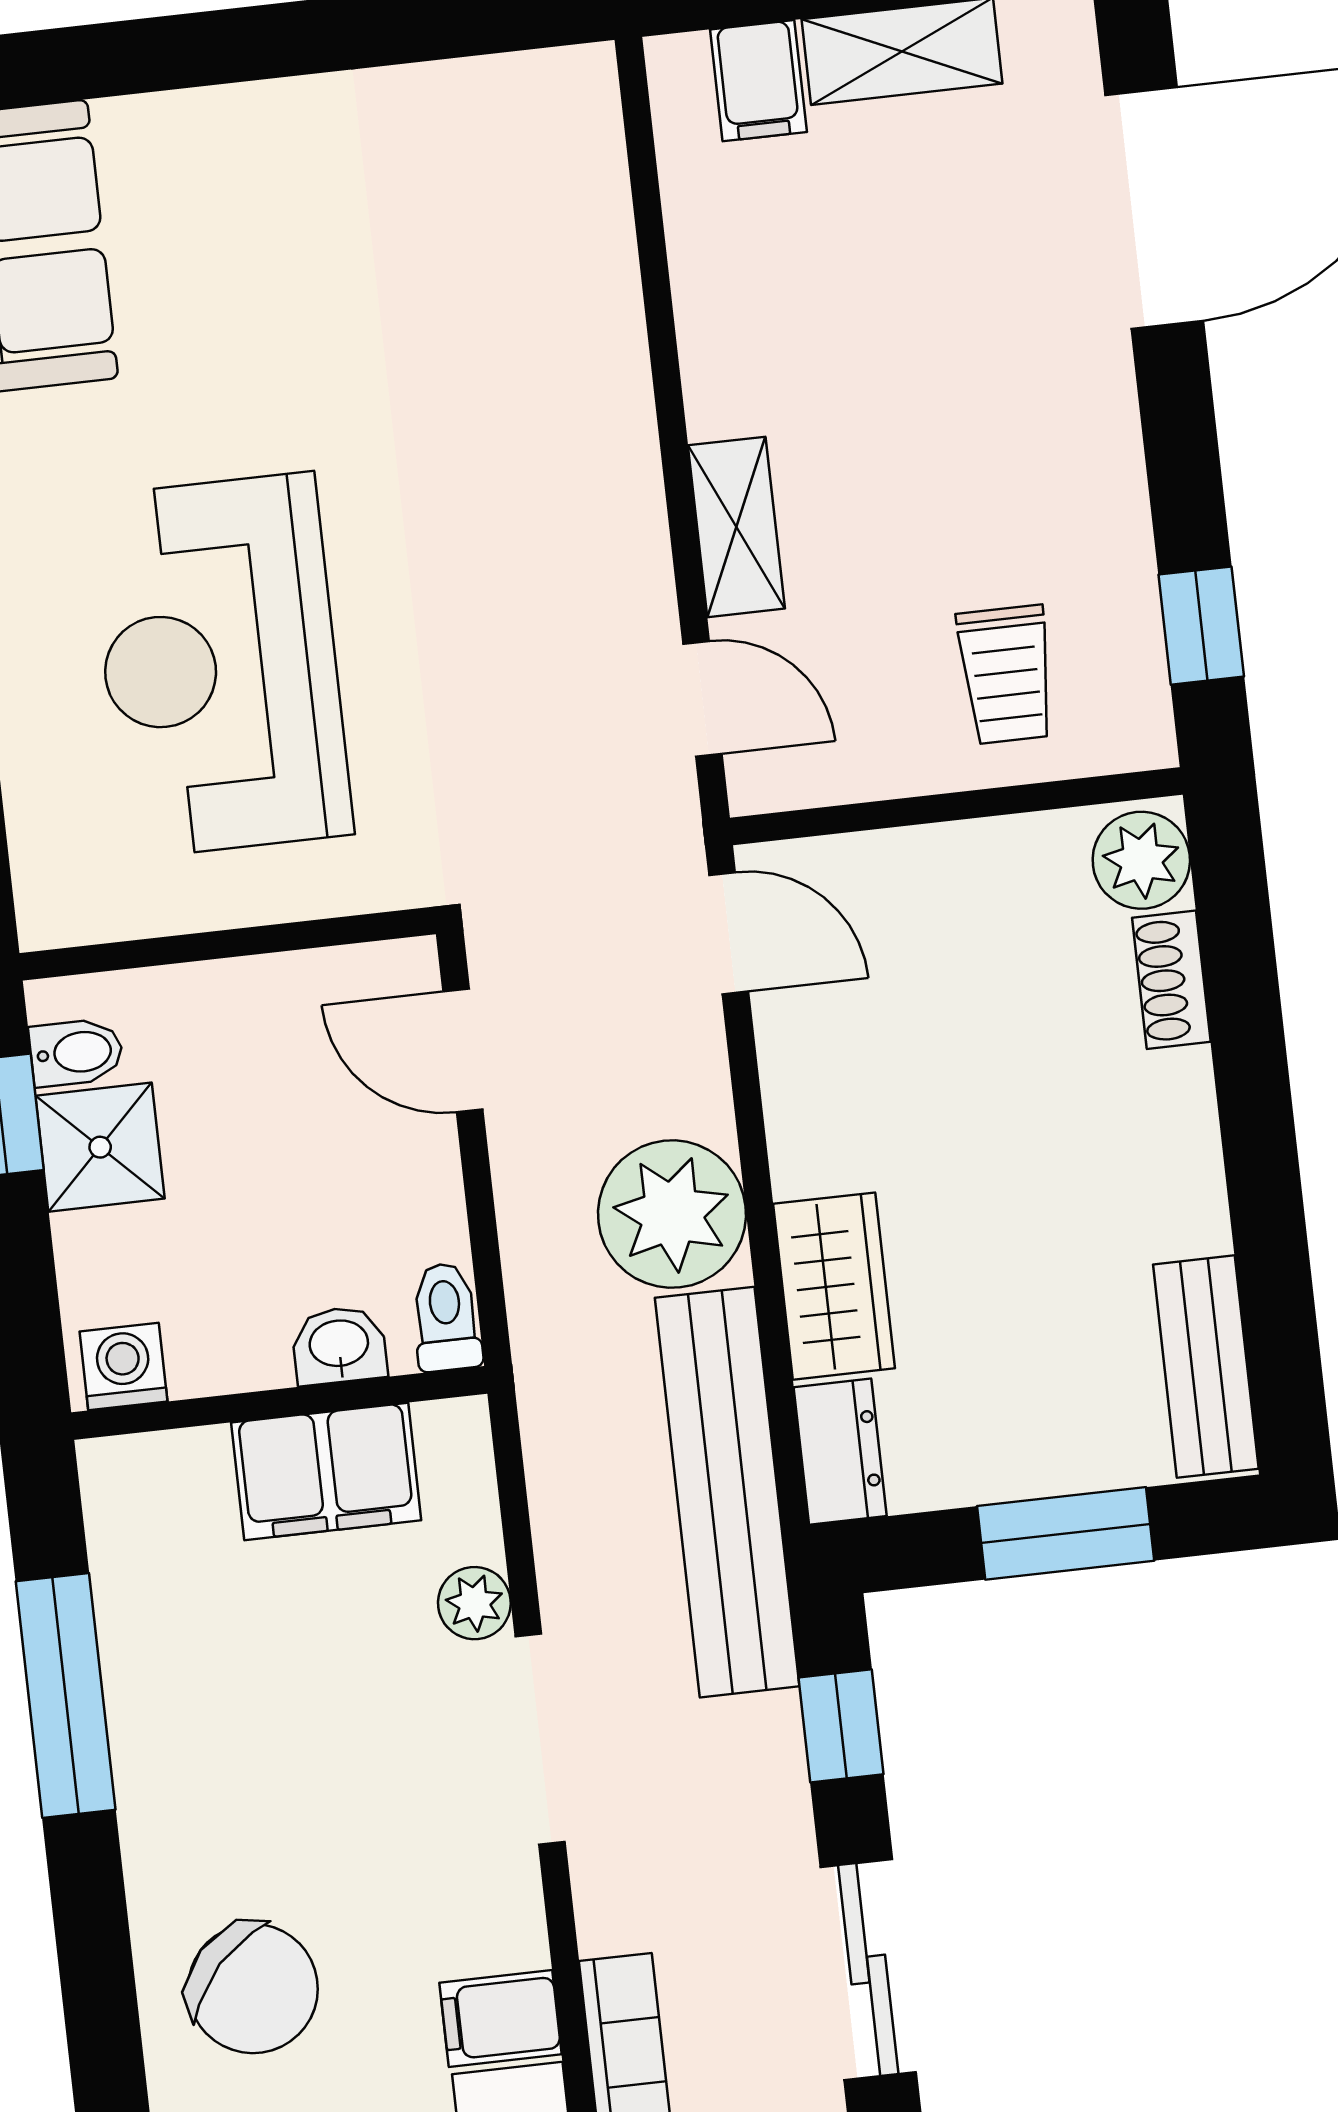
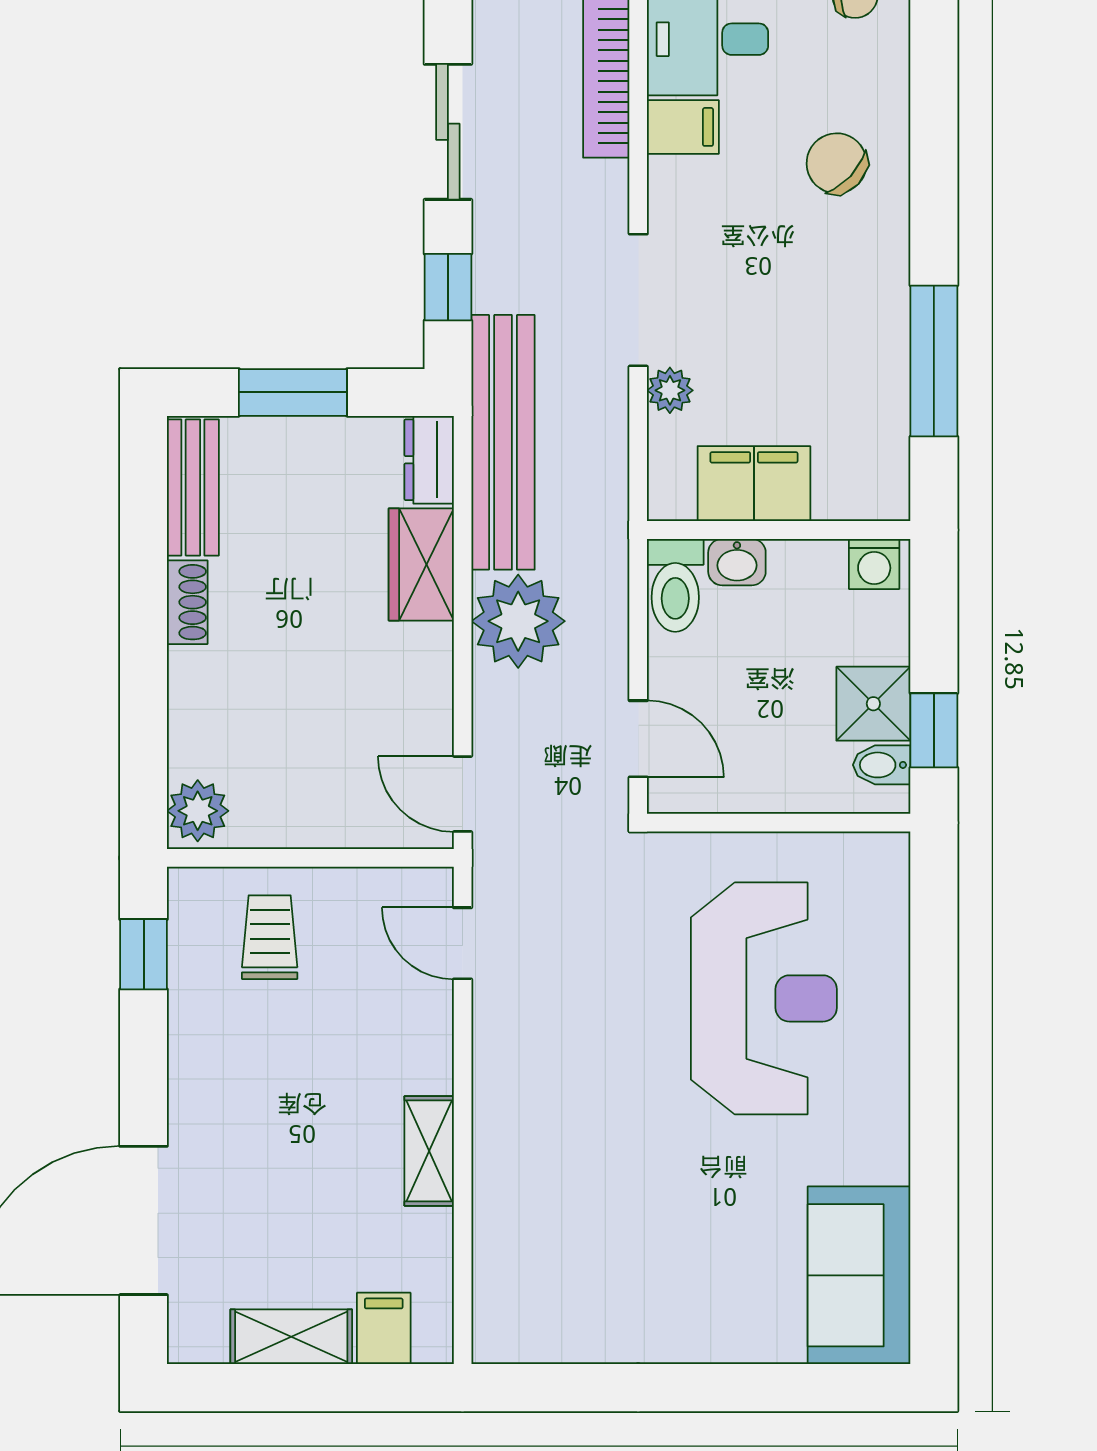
shelving: (736, 527) -> (429, 1151), moved
shoe rack: (1171, 980) -> (187, 602), moved
toilet: (446, 1317) -> (675, 585), width x1.37, depth x1.39
chair: (253, 1989) -> (837, 163), width x0.73, depth x0.73

